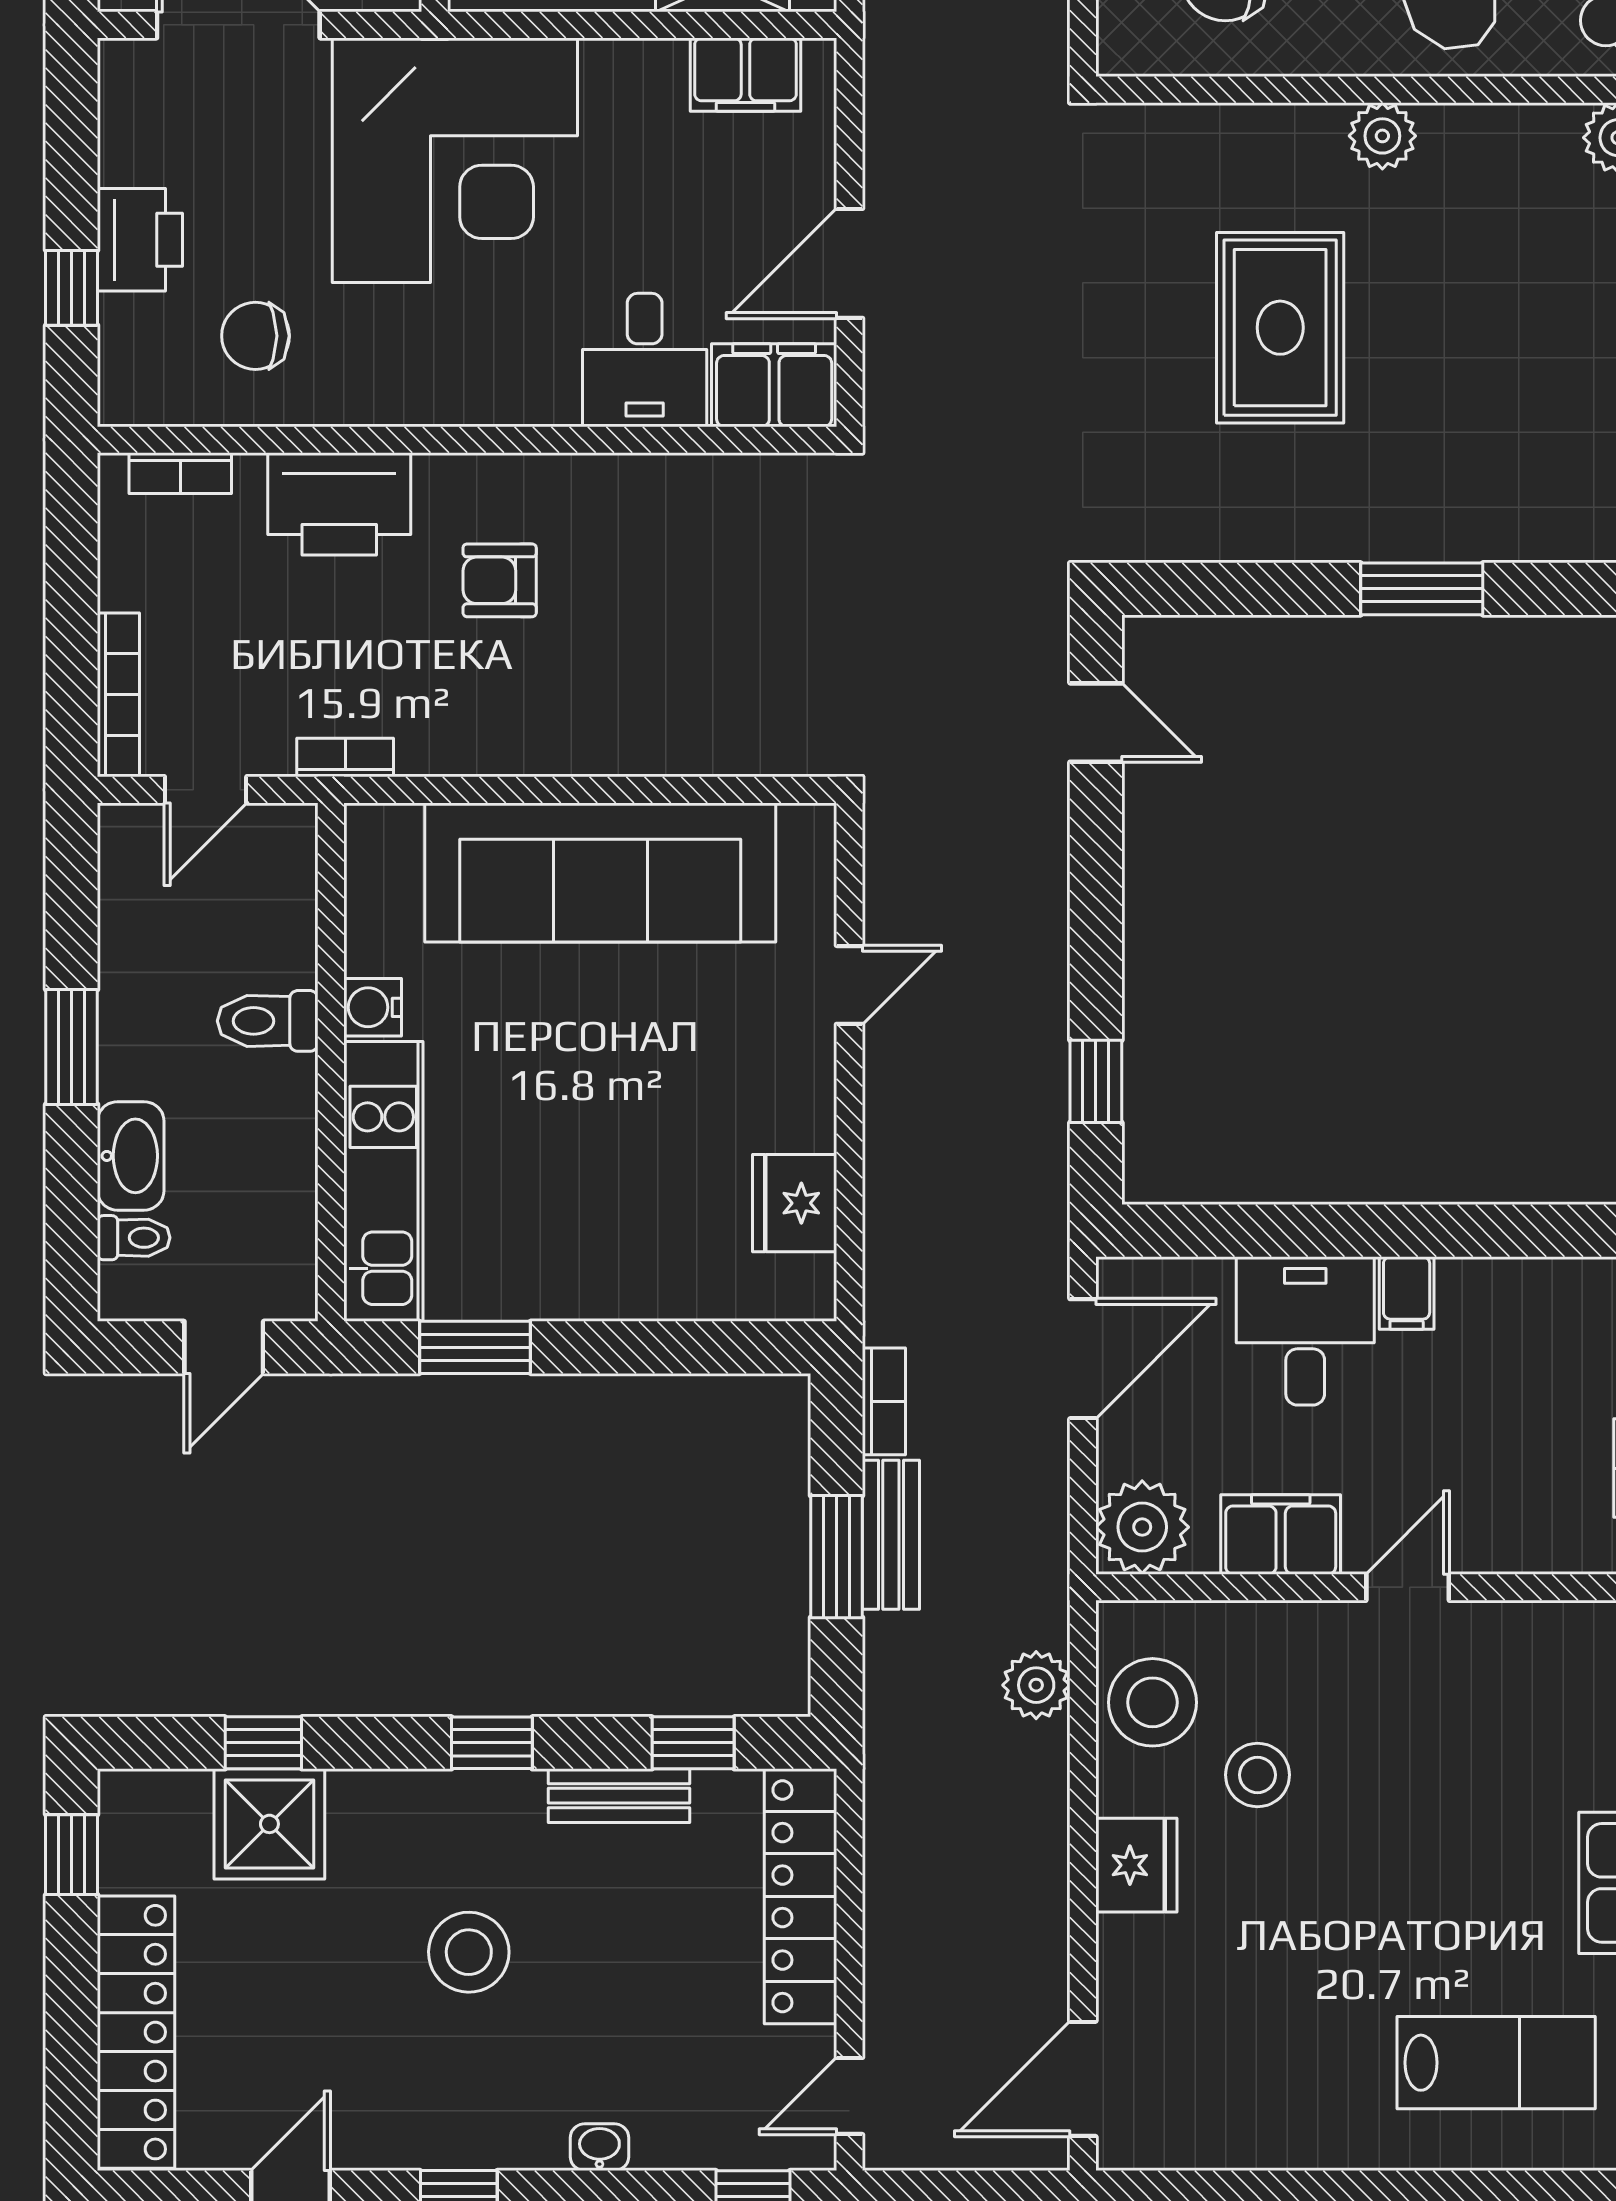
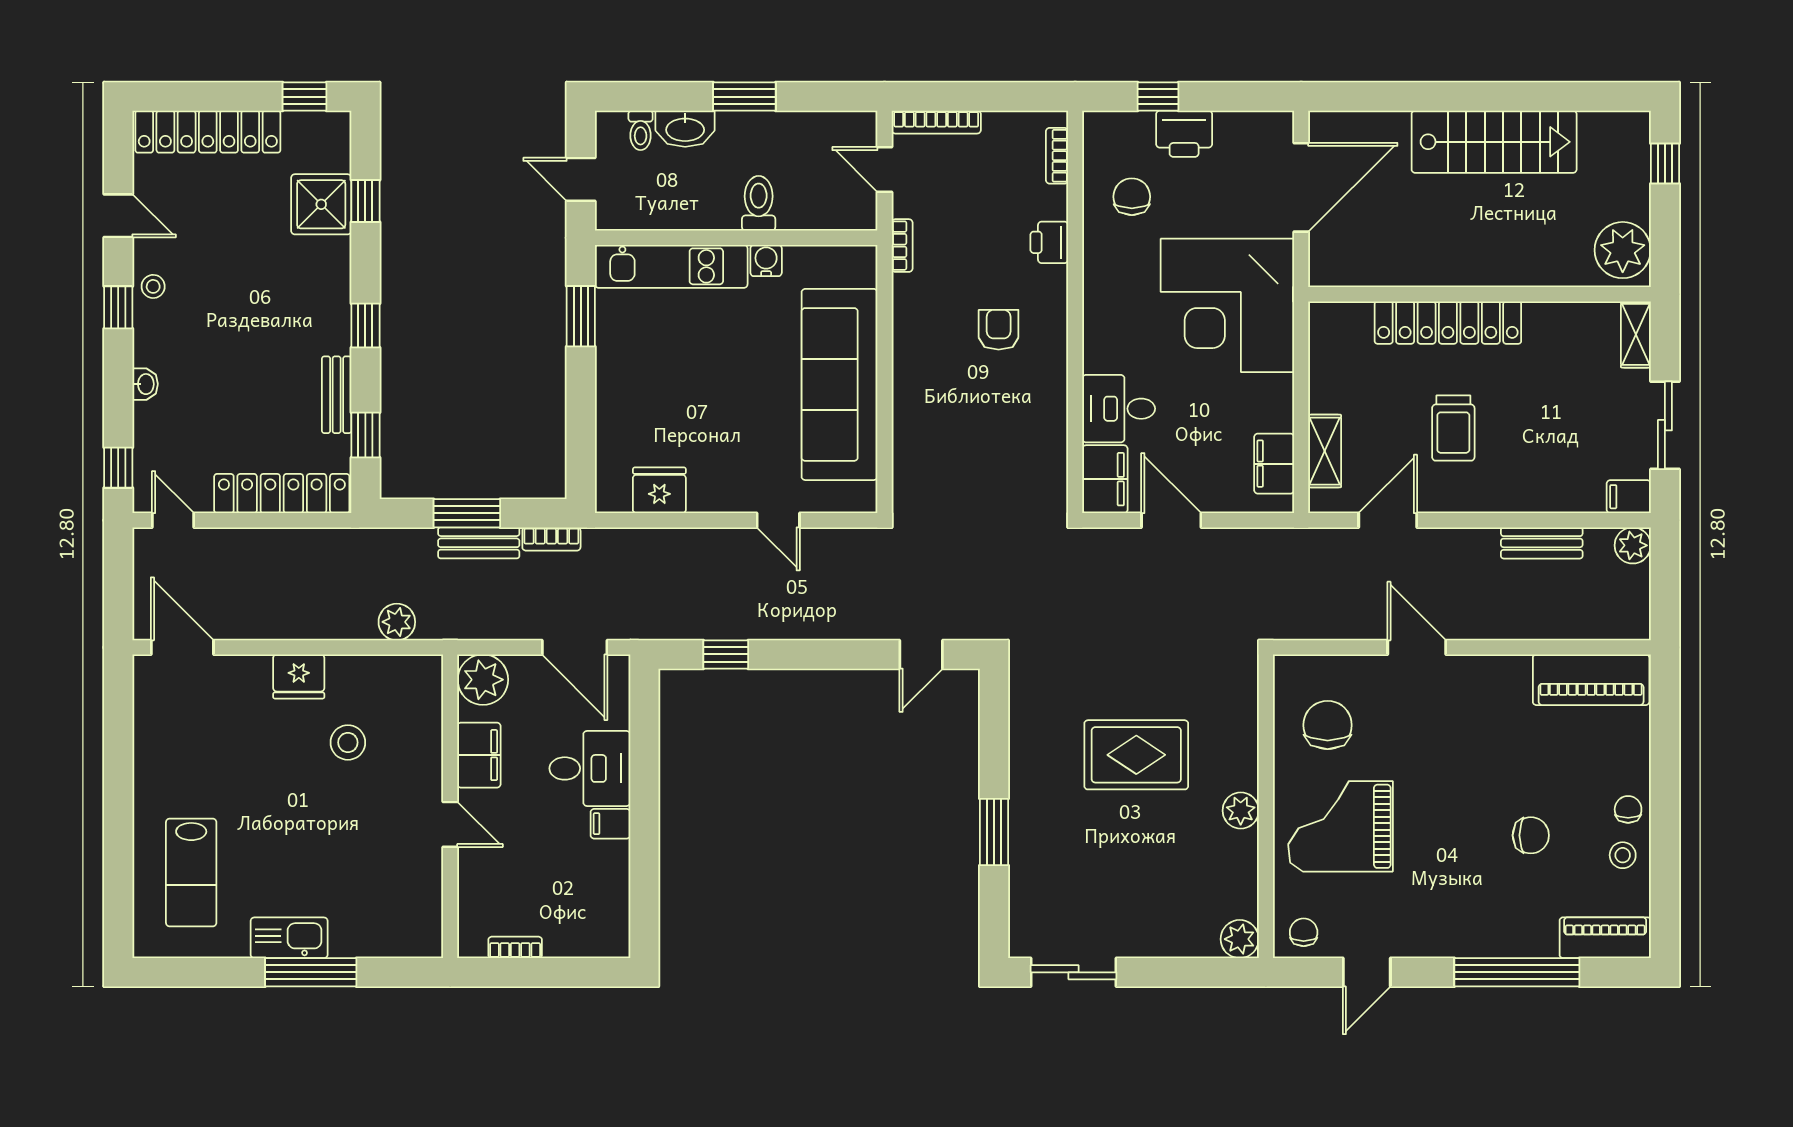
printer: (339, 504) -> (1049, 242), width x0.53, depth x0.68
stool: (1153, 1702) -> (387, 685), removed
stool: (469, 1952) -> (153, 286), moved, width x0.53, depth x0.53

